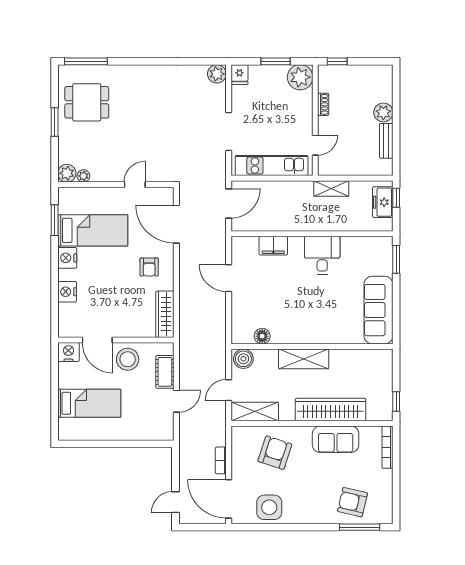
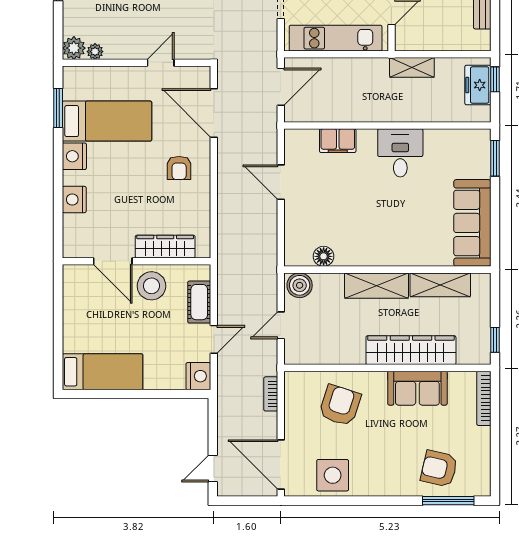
wardrobe: (165, 314) -> (165, 247), moved, turned 90
nightstand: (69, 352) -> (198, 376), moved, turned 90
bed: (89, 403) -> (102, 372), moved
shelving: (255, 411) -> (440, 285), moved
bookcase: (221, 460) -> (271, 394), moved

